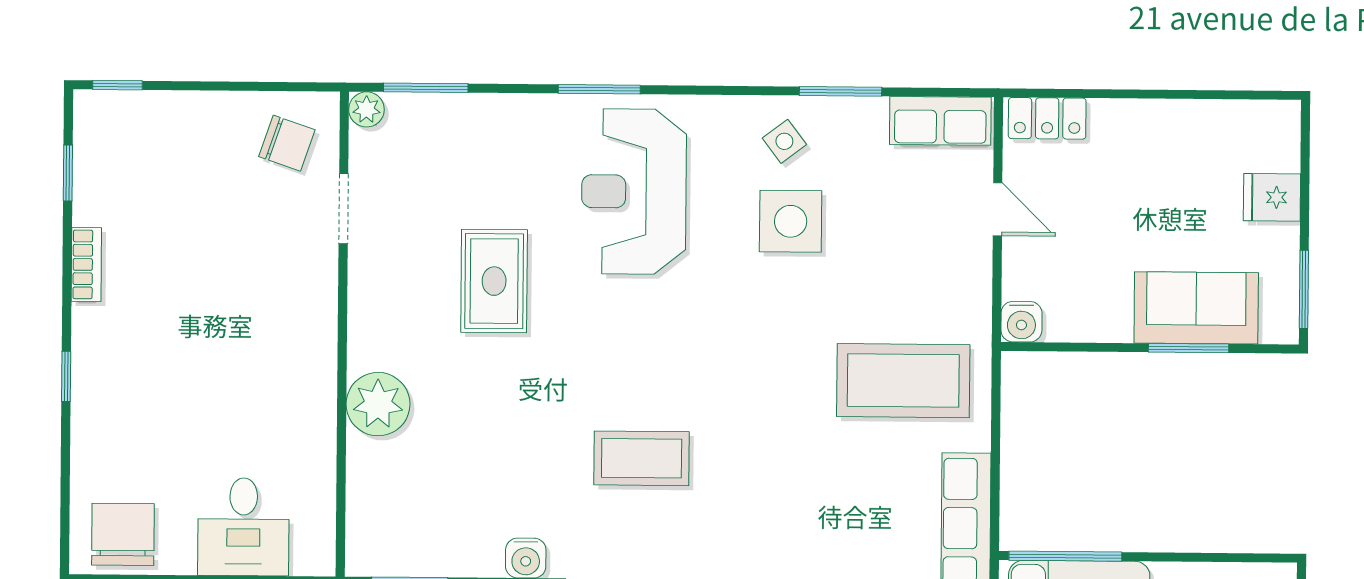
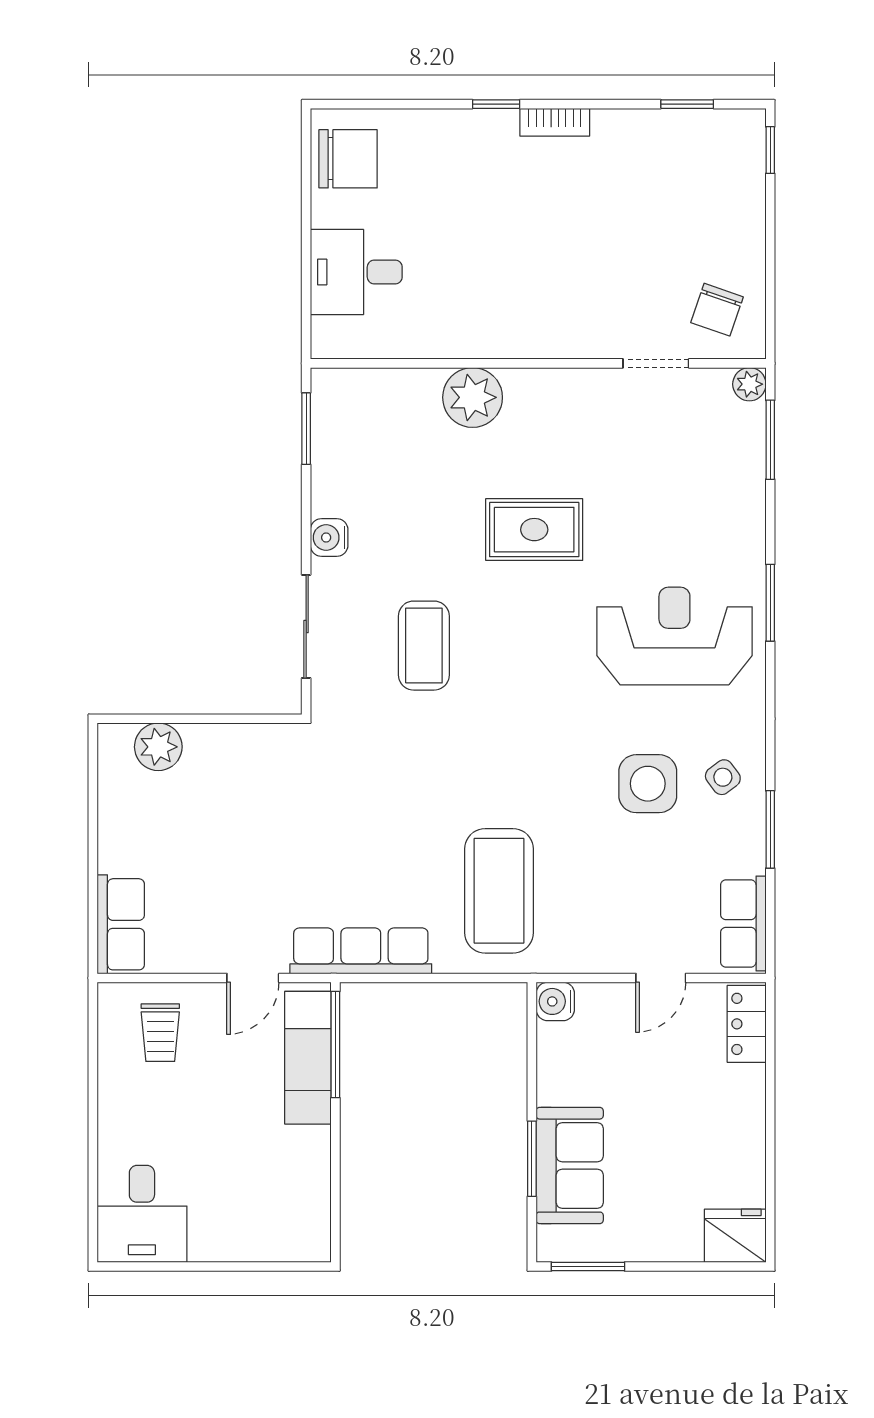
fridge: (1272, 197) -> (735, 1236), moved, width x1.38
bookcase: (86, 264) -> (555, 122), moved
rug: (494, 281) -> (534, 530), moved

